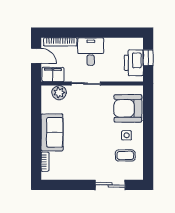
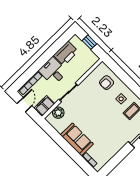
door: (36, 56) -> (24, 105), hinge flipped
printer: (134, 63) -> (66, 53), moved, turned -90
armchair: (128, 108) -> (107, 83), width x0.53, depth x0.53

